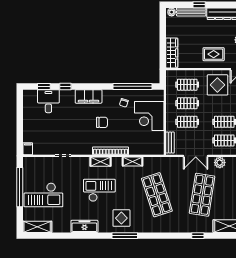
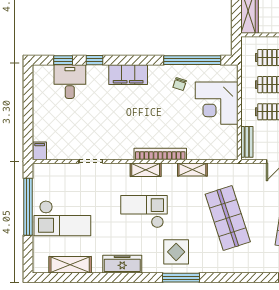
chair: (102, 122) -> (148, 112), removed
shelving: (37, 227) -> (70, 265), moved

